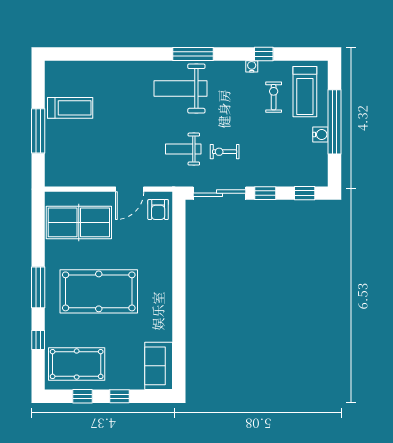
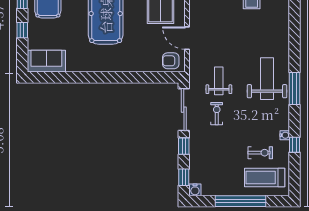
water cooler: (320, 135) -> (195, 190), moved

